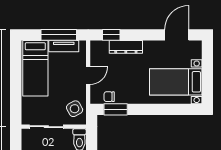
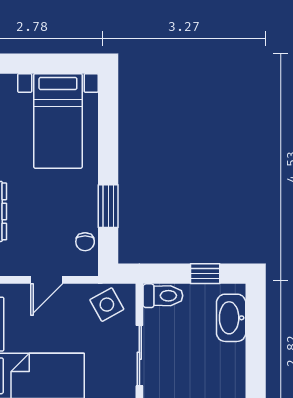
door: (88, 76) -> (47, 280), swing flipped
window: (116, 109) -> (108, 206), moved

